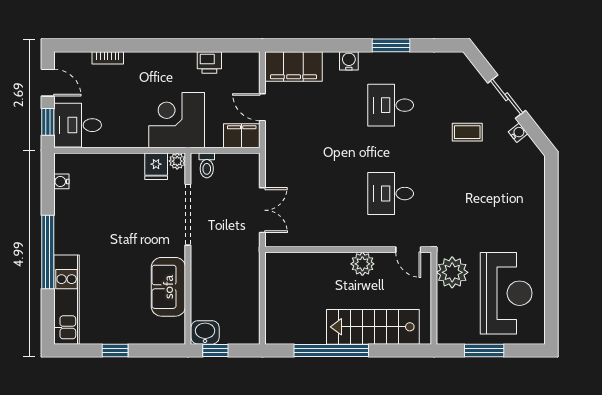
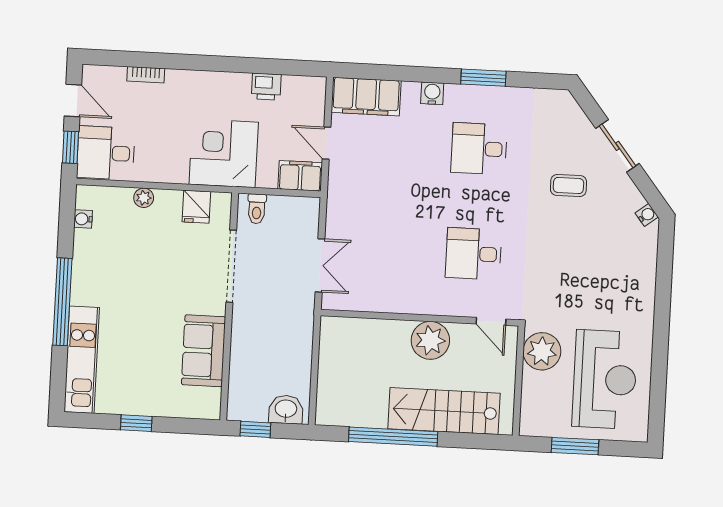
water cooler: (518, 133) -> (647, 215), moved
plant: (177, 161) -> (144, 198), moved
plant: (362, 264) -> (430, 340), width x1.36, depth x1.36
washbasin: (205, 332) -> (286, 409), moved

